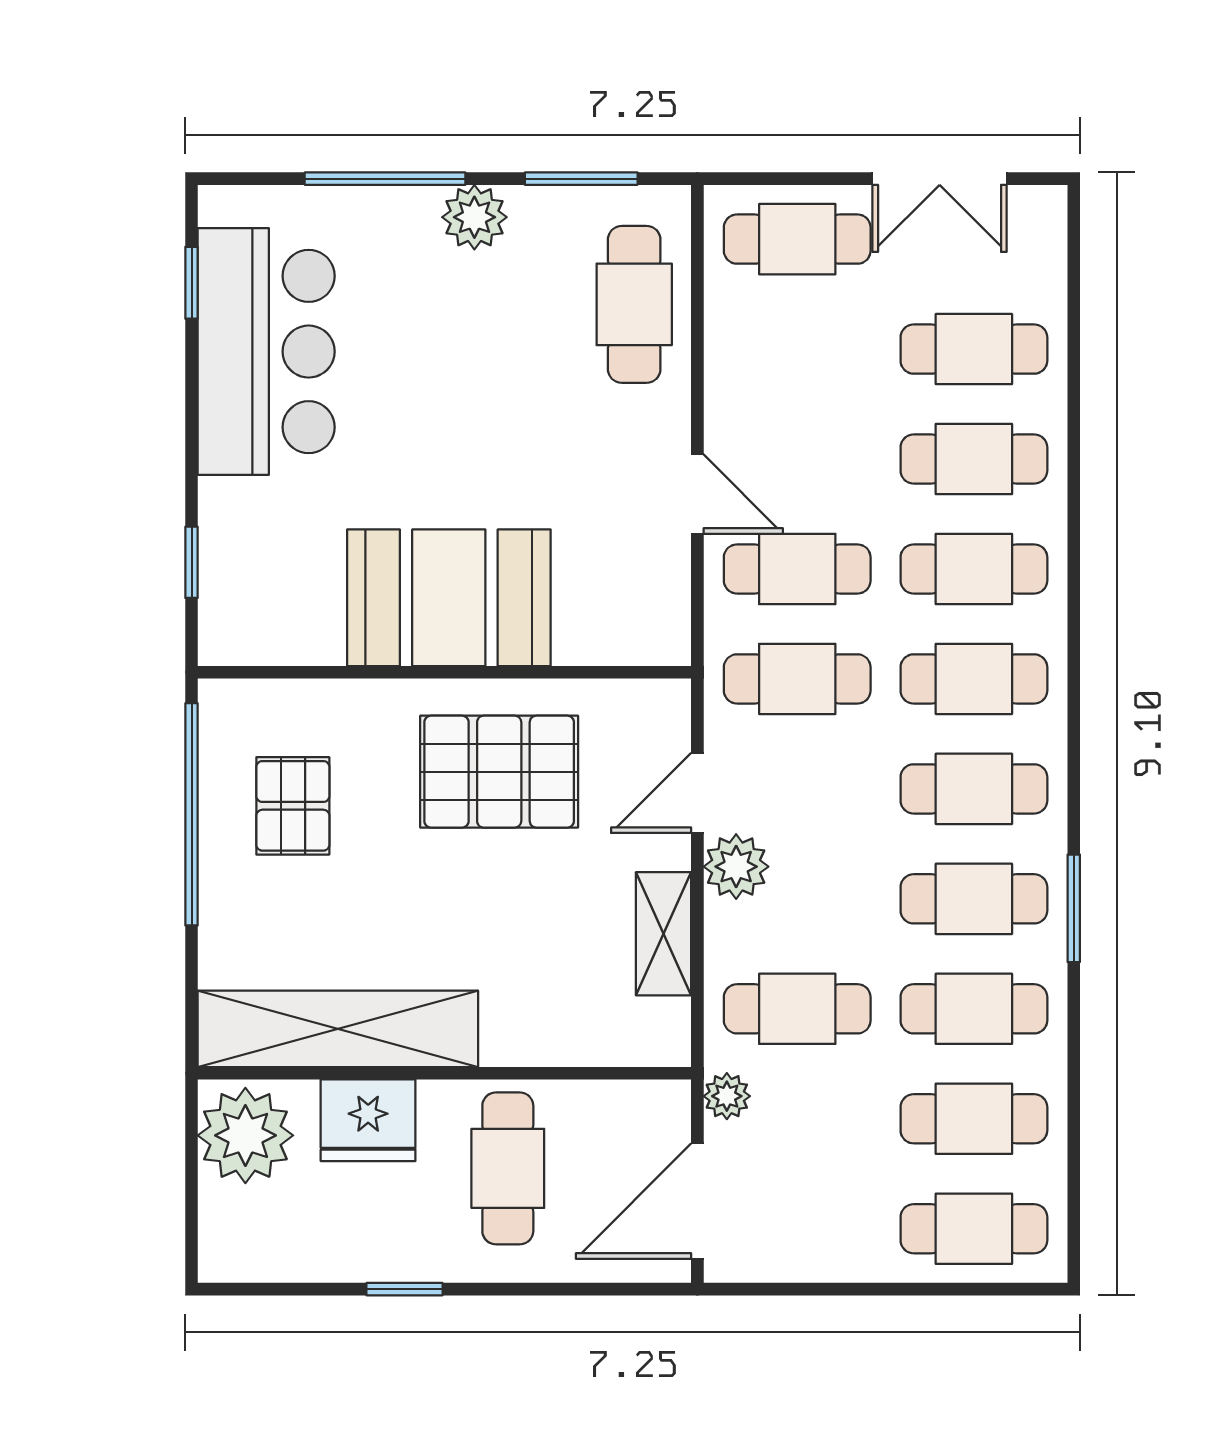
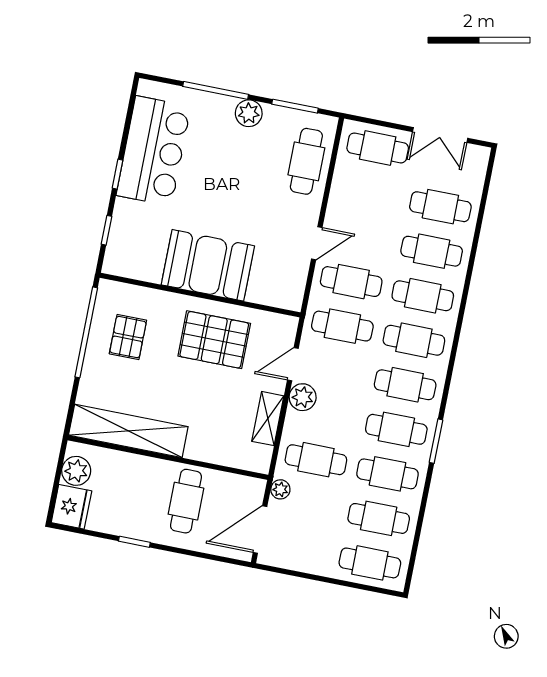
window: (192, 283) -> (118, 174), moved
door: (697, 494) -> (317, 243), hinge flipped
fridge: (368, 1120) -> (71, 507), moved, turned -90
plant: (245, 1135) -> (76, 471), width x0.73, depth x0.73

